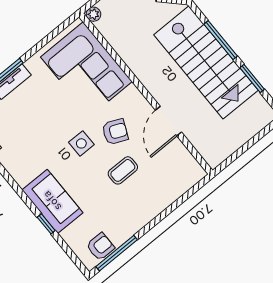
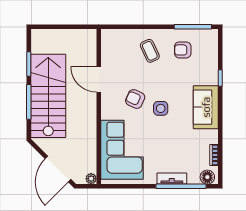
door: (168, 121) -> (99, 79), swing flipped
coffee table: (123, 170) -> (150, 51), moved, turned 65
sofa: (52, 201) -> (206, 107), moved
armchair: (100, 247) -> (183, 50), moved

